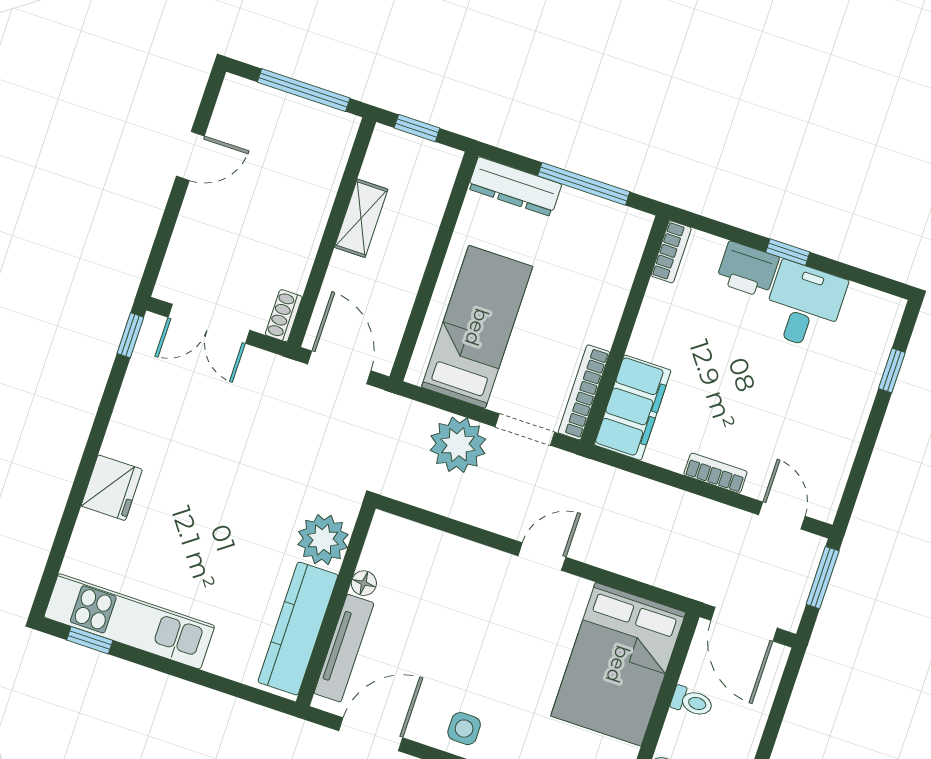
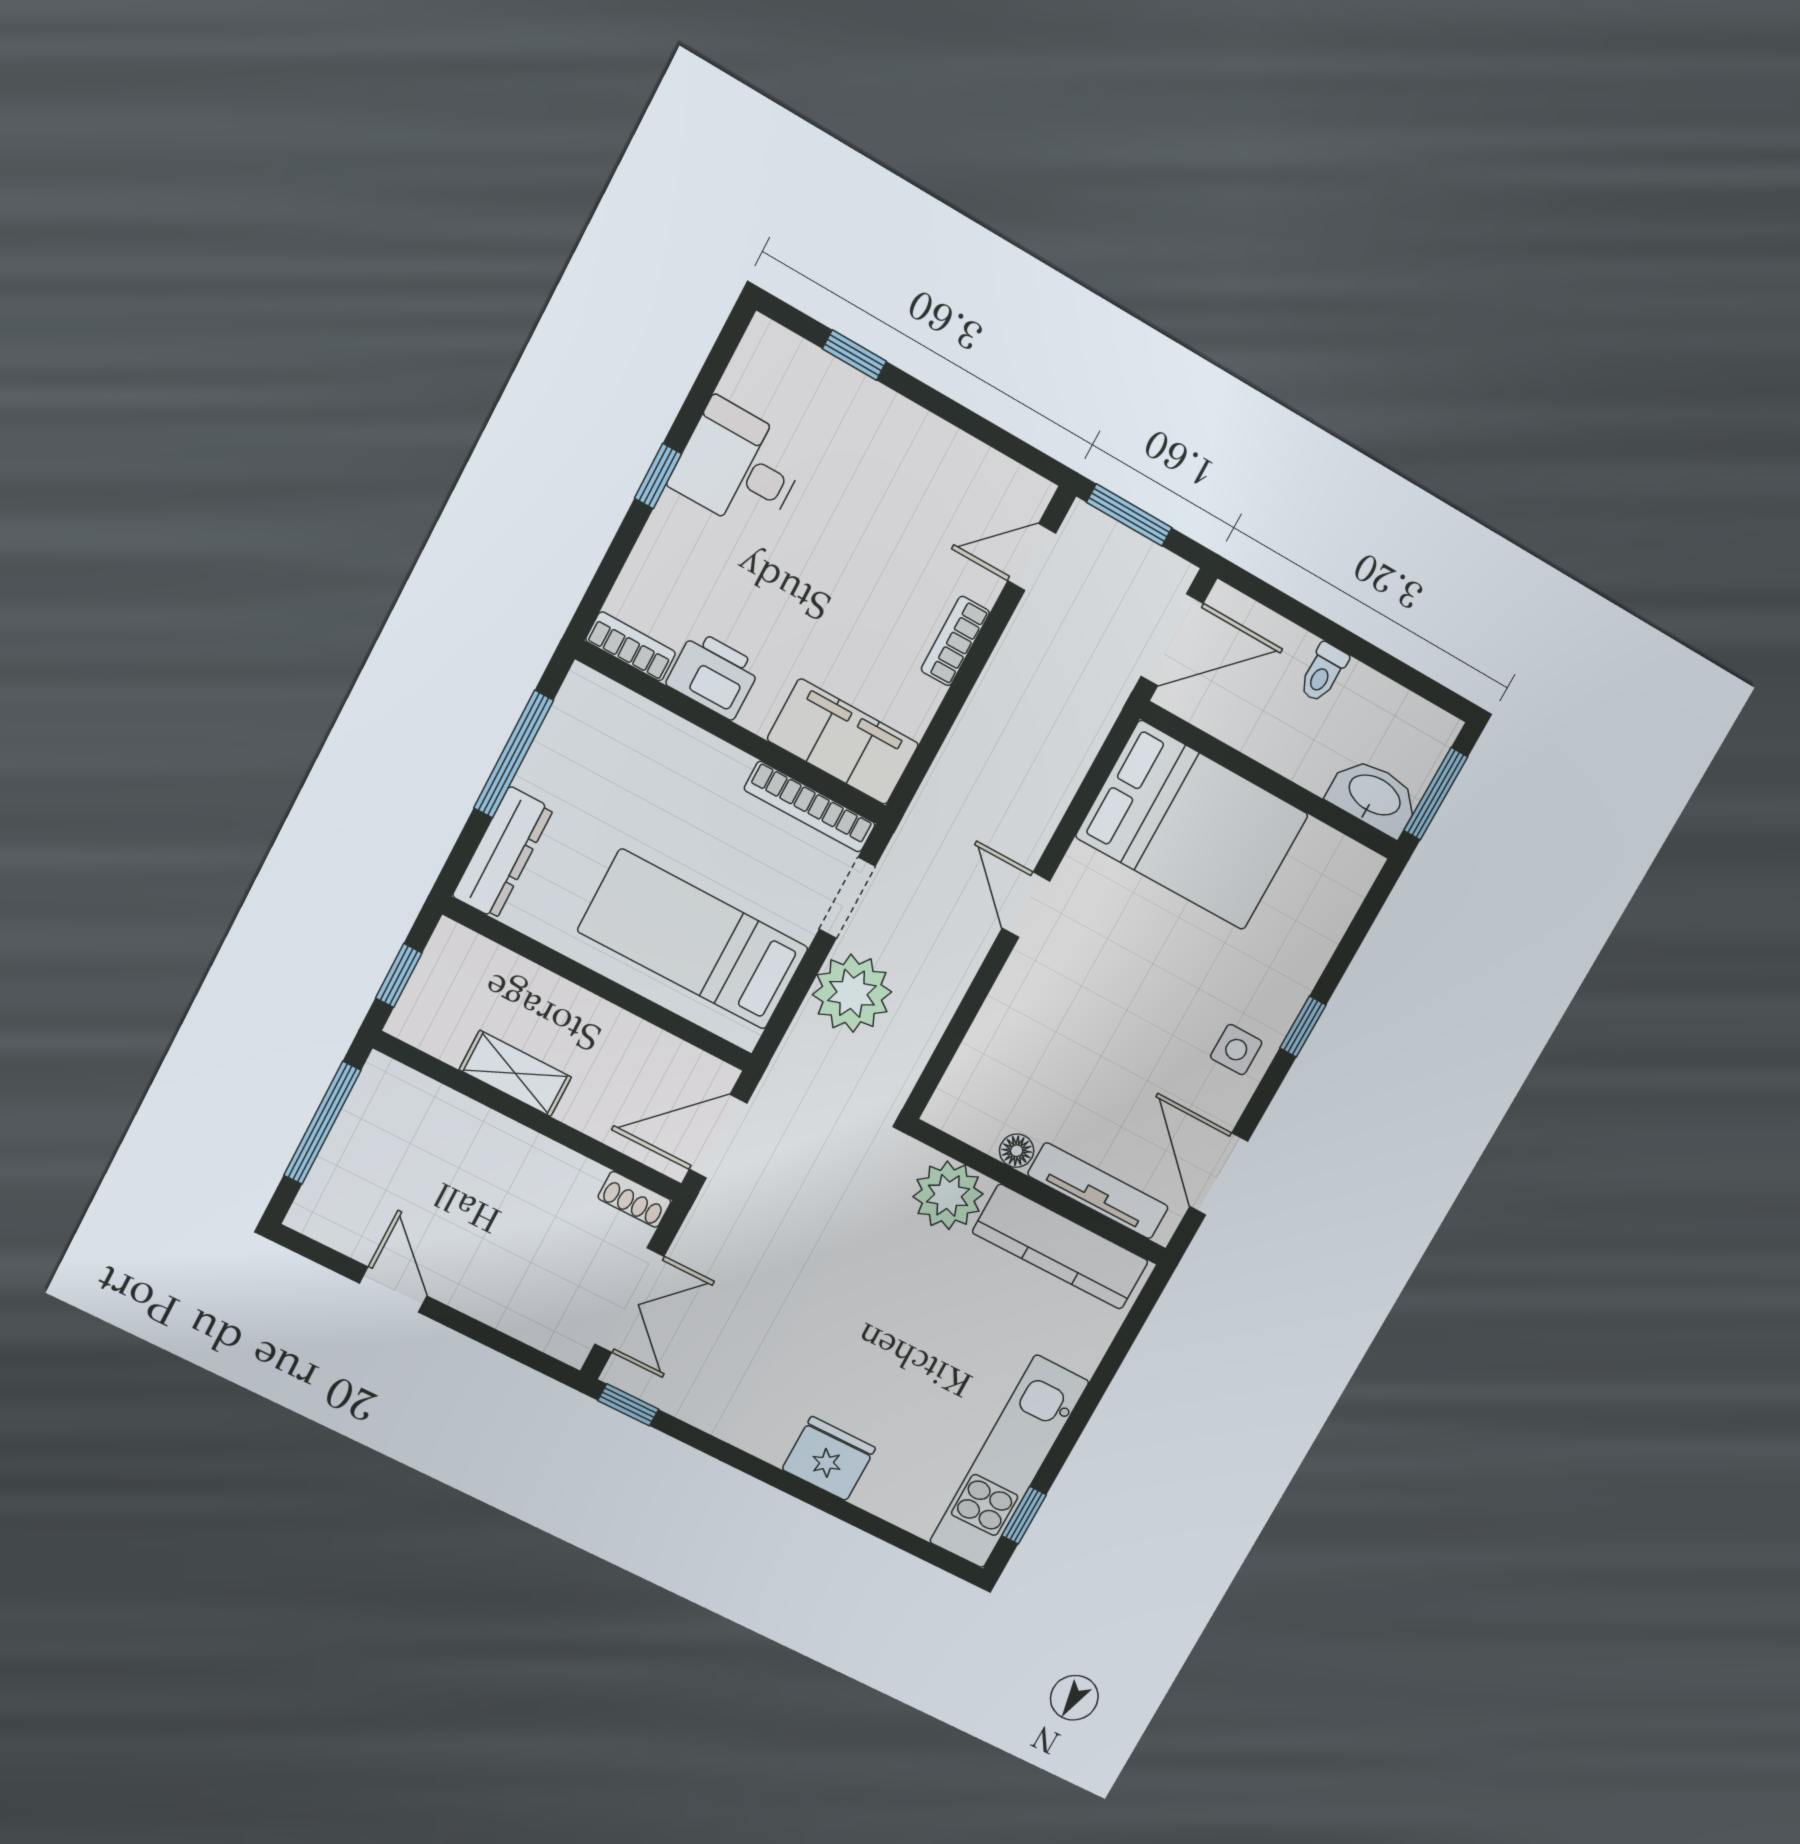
printer: (748, 270) -> (714, 675), moved, turned -90
toilet: (692, 702) -> (1323, 672), moved, turned 180

